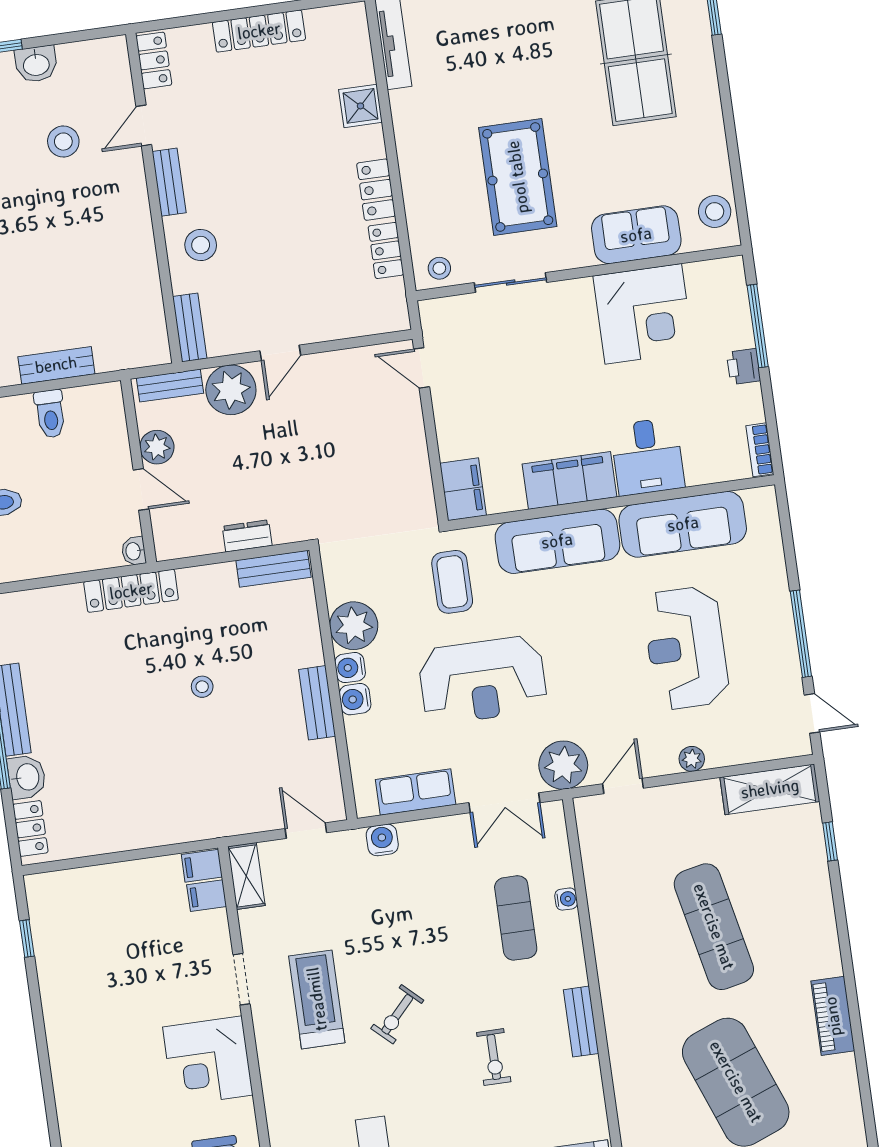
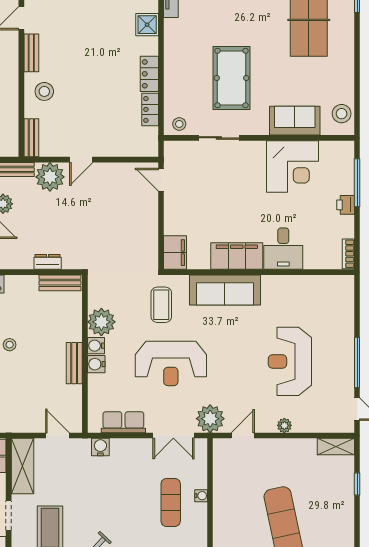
sofa: (683, 524) -> (298, 290), removed
shelving: (770, 789) -> (336, 447), width x0.67, depth x0.75
shelving: (246, 876) -> (22, 466), width x1.50, depth x1.33

